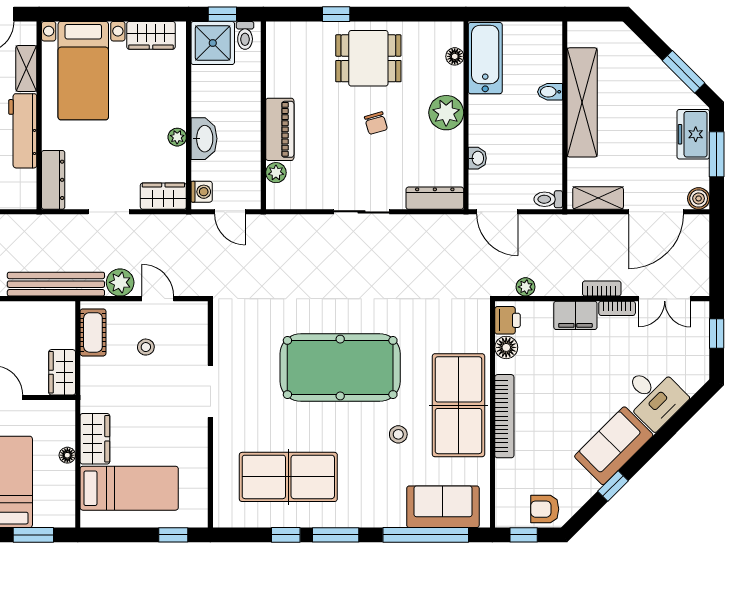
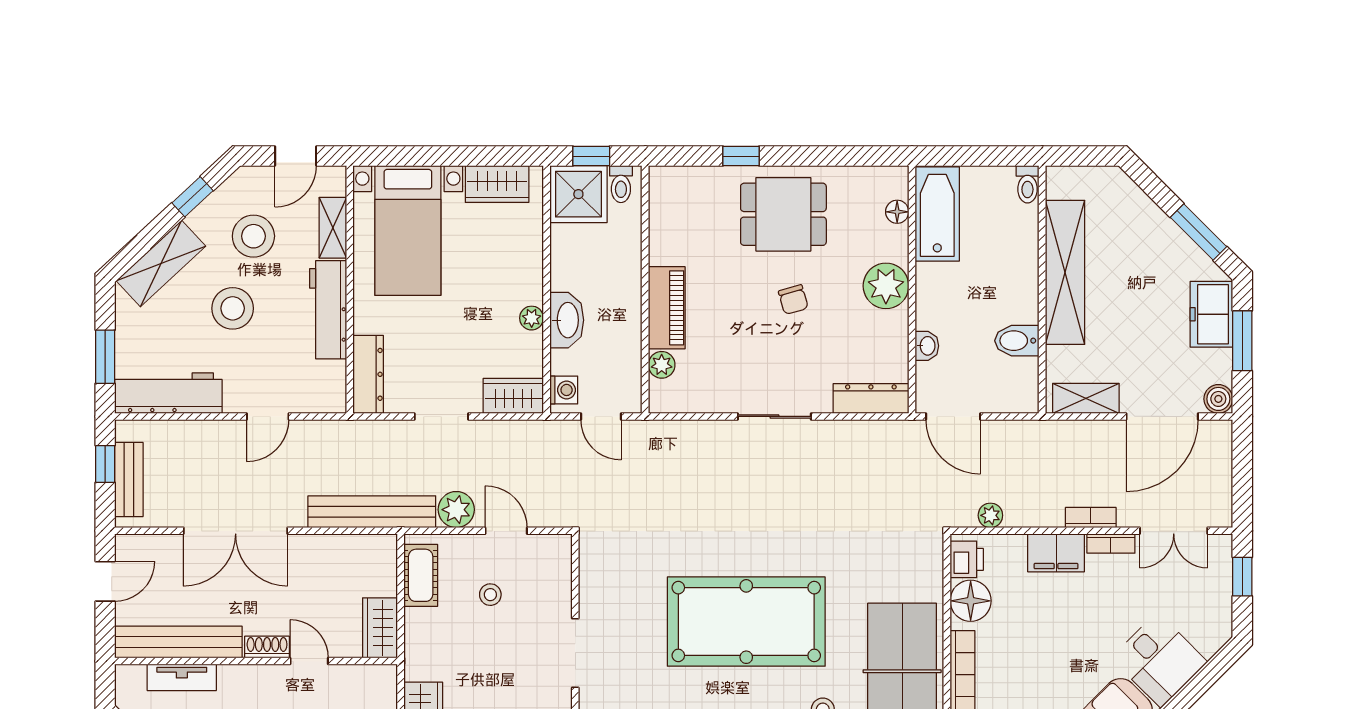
bidet: (550, 92) -> (1017, 341), moved, width x1.38, depth x1.36
toilet: (548, 199) -> (1027, 184), moved, turned -90
floor lamp: (506, 347) -> (971, 601), width x1.38, depth x1.38

